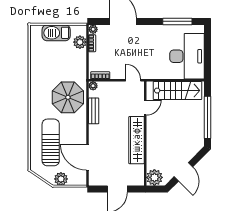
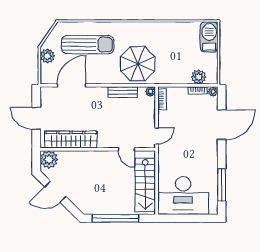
barbecue: (56, 33) -> (209, 37), moved
wardrobe: (136, 140) -> (71, 140), moved

